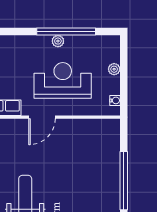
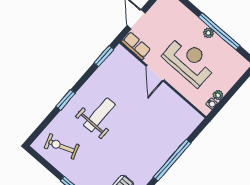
plant: (114, 69) -> (218, 95), moved
door: (42, 117) -> (155, 73), hinge flipped

